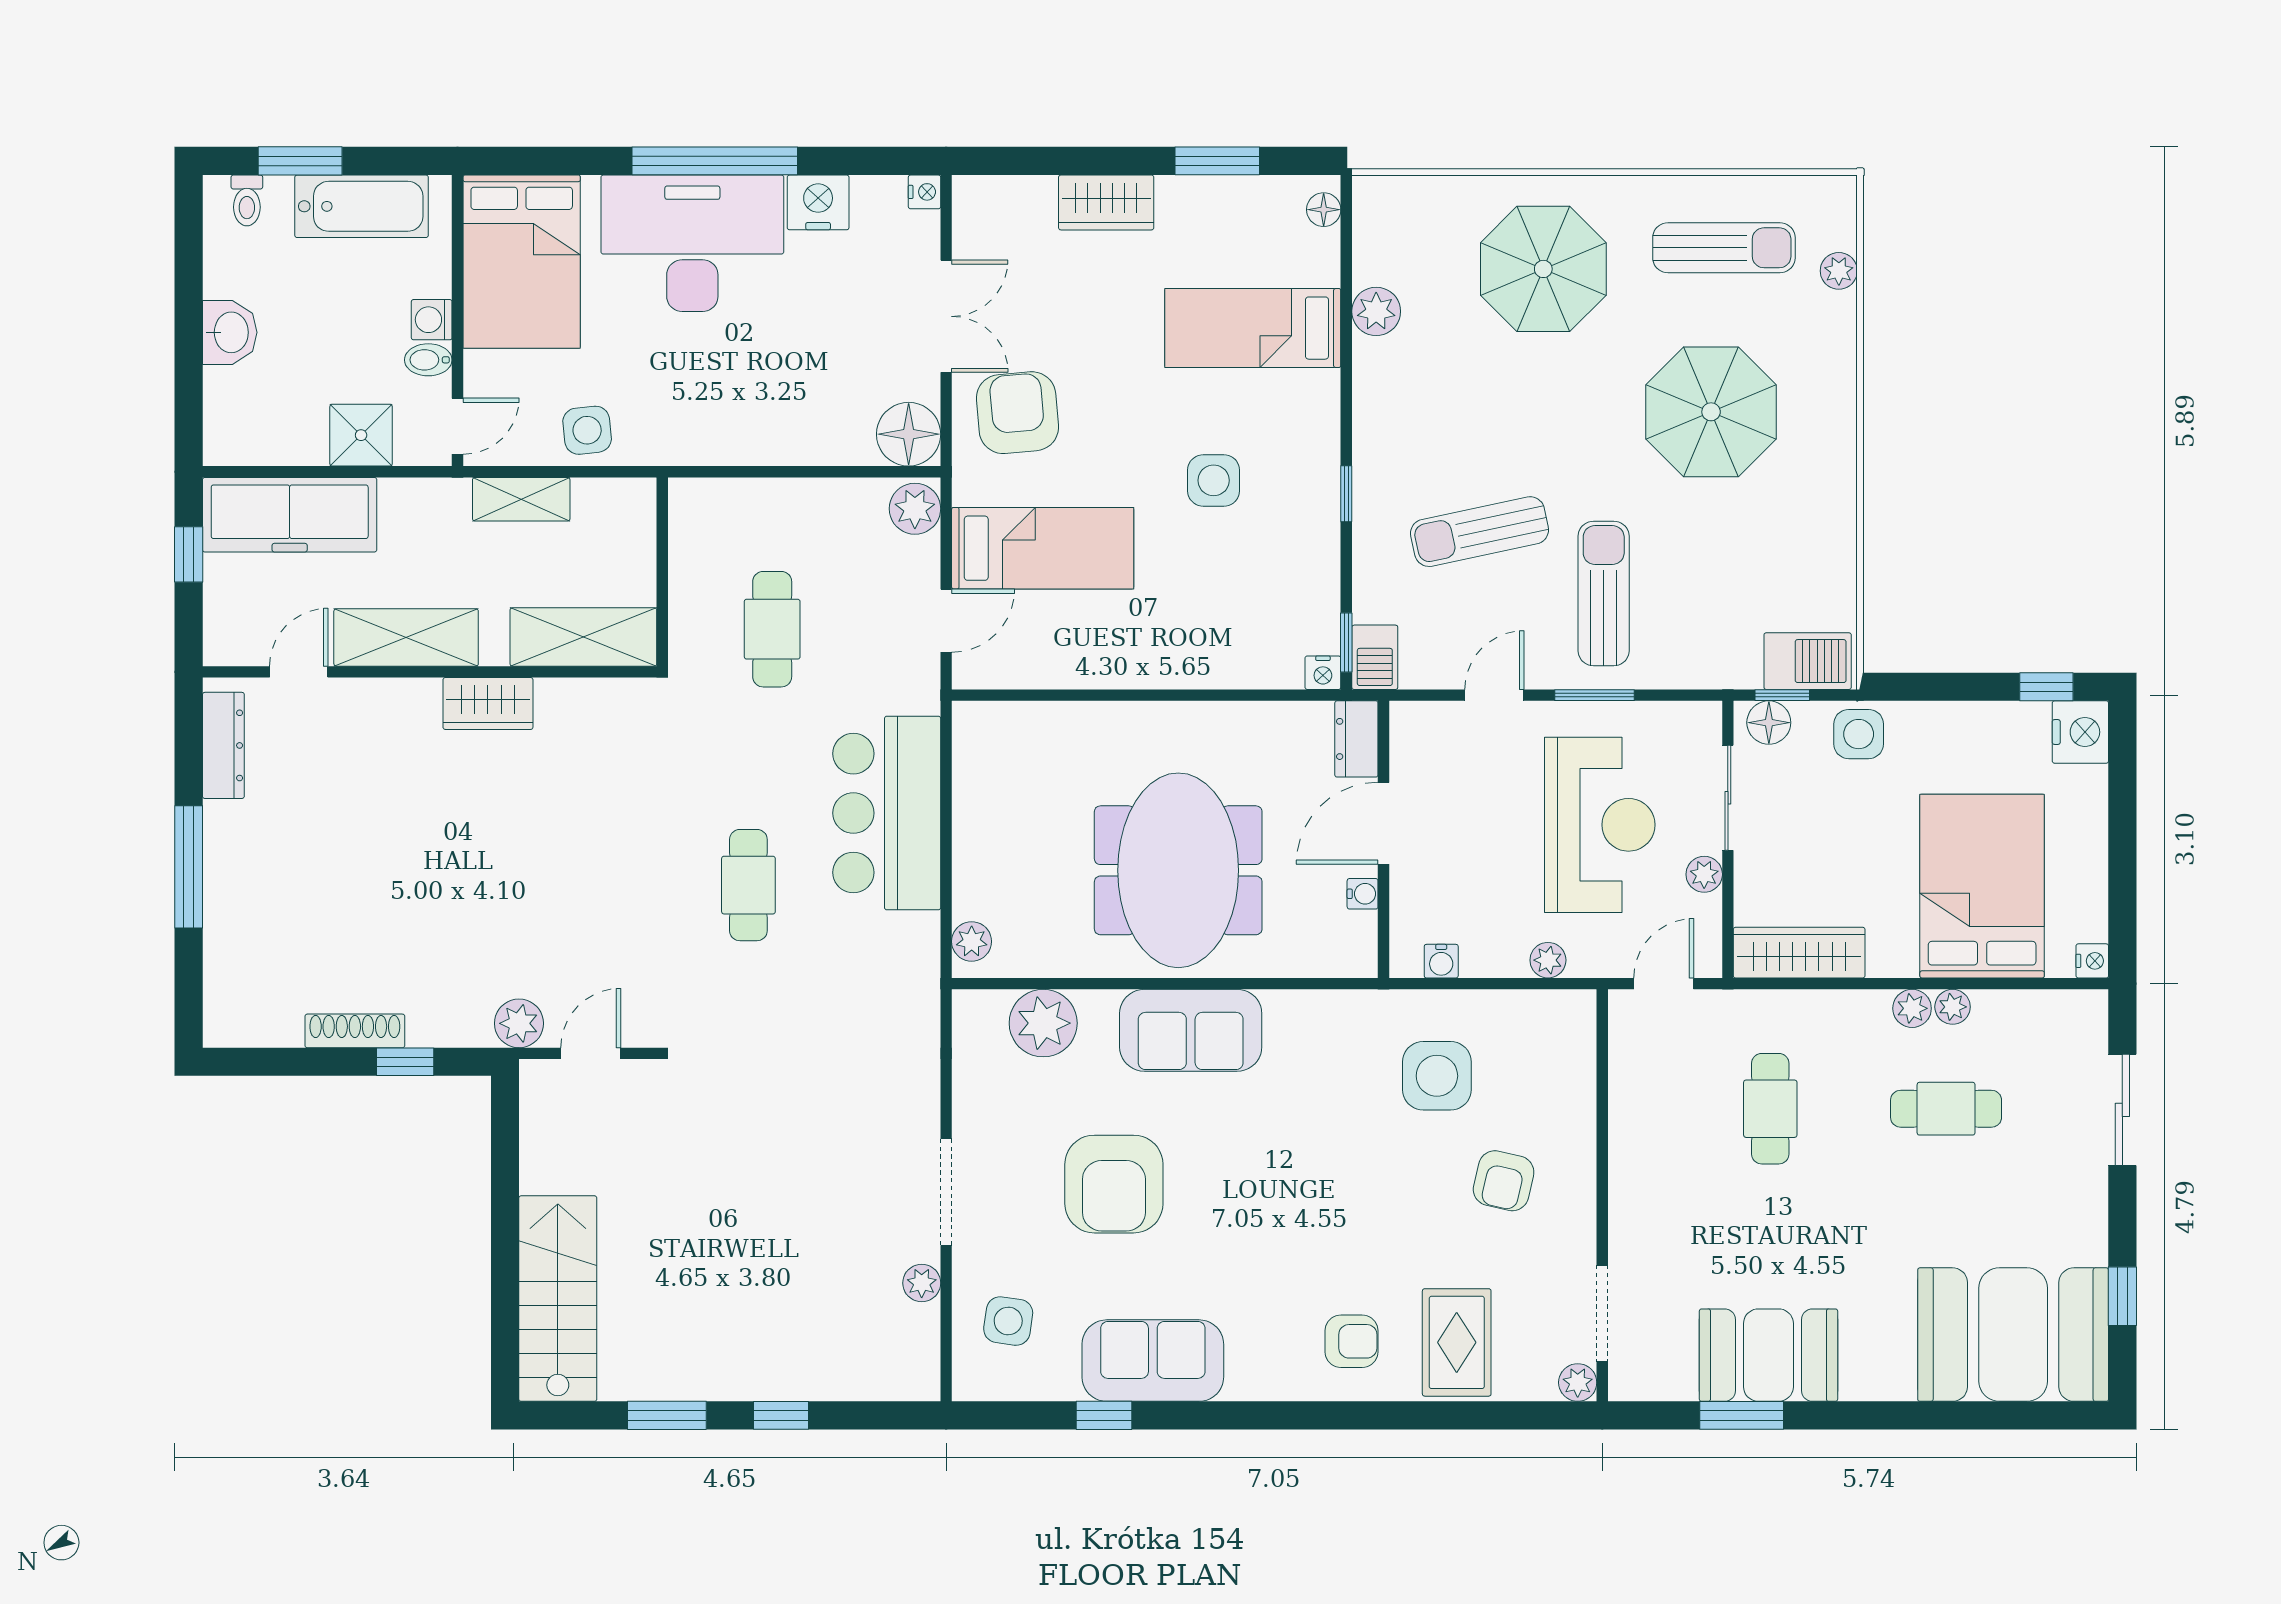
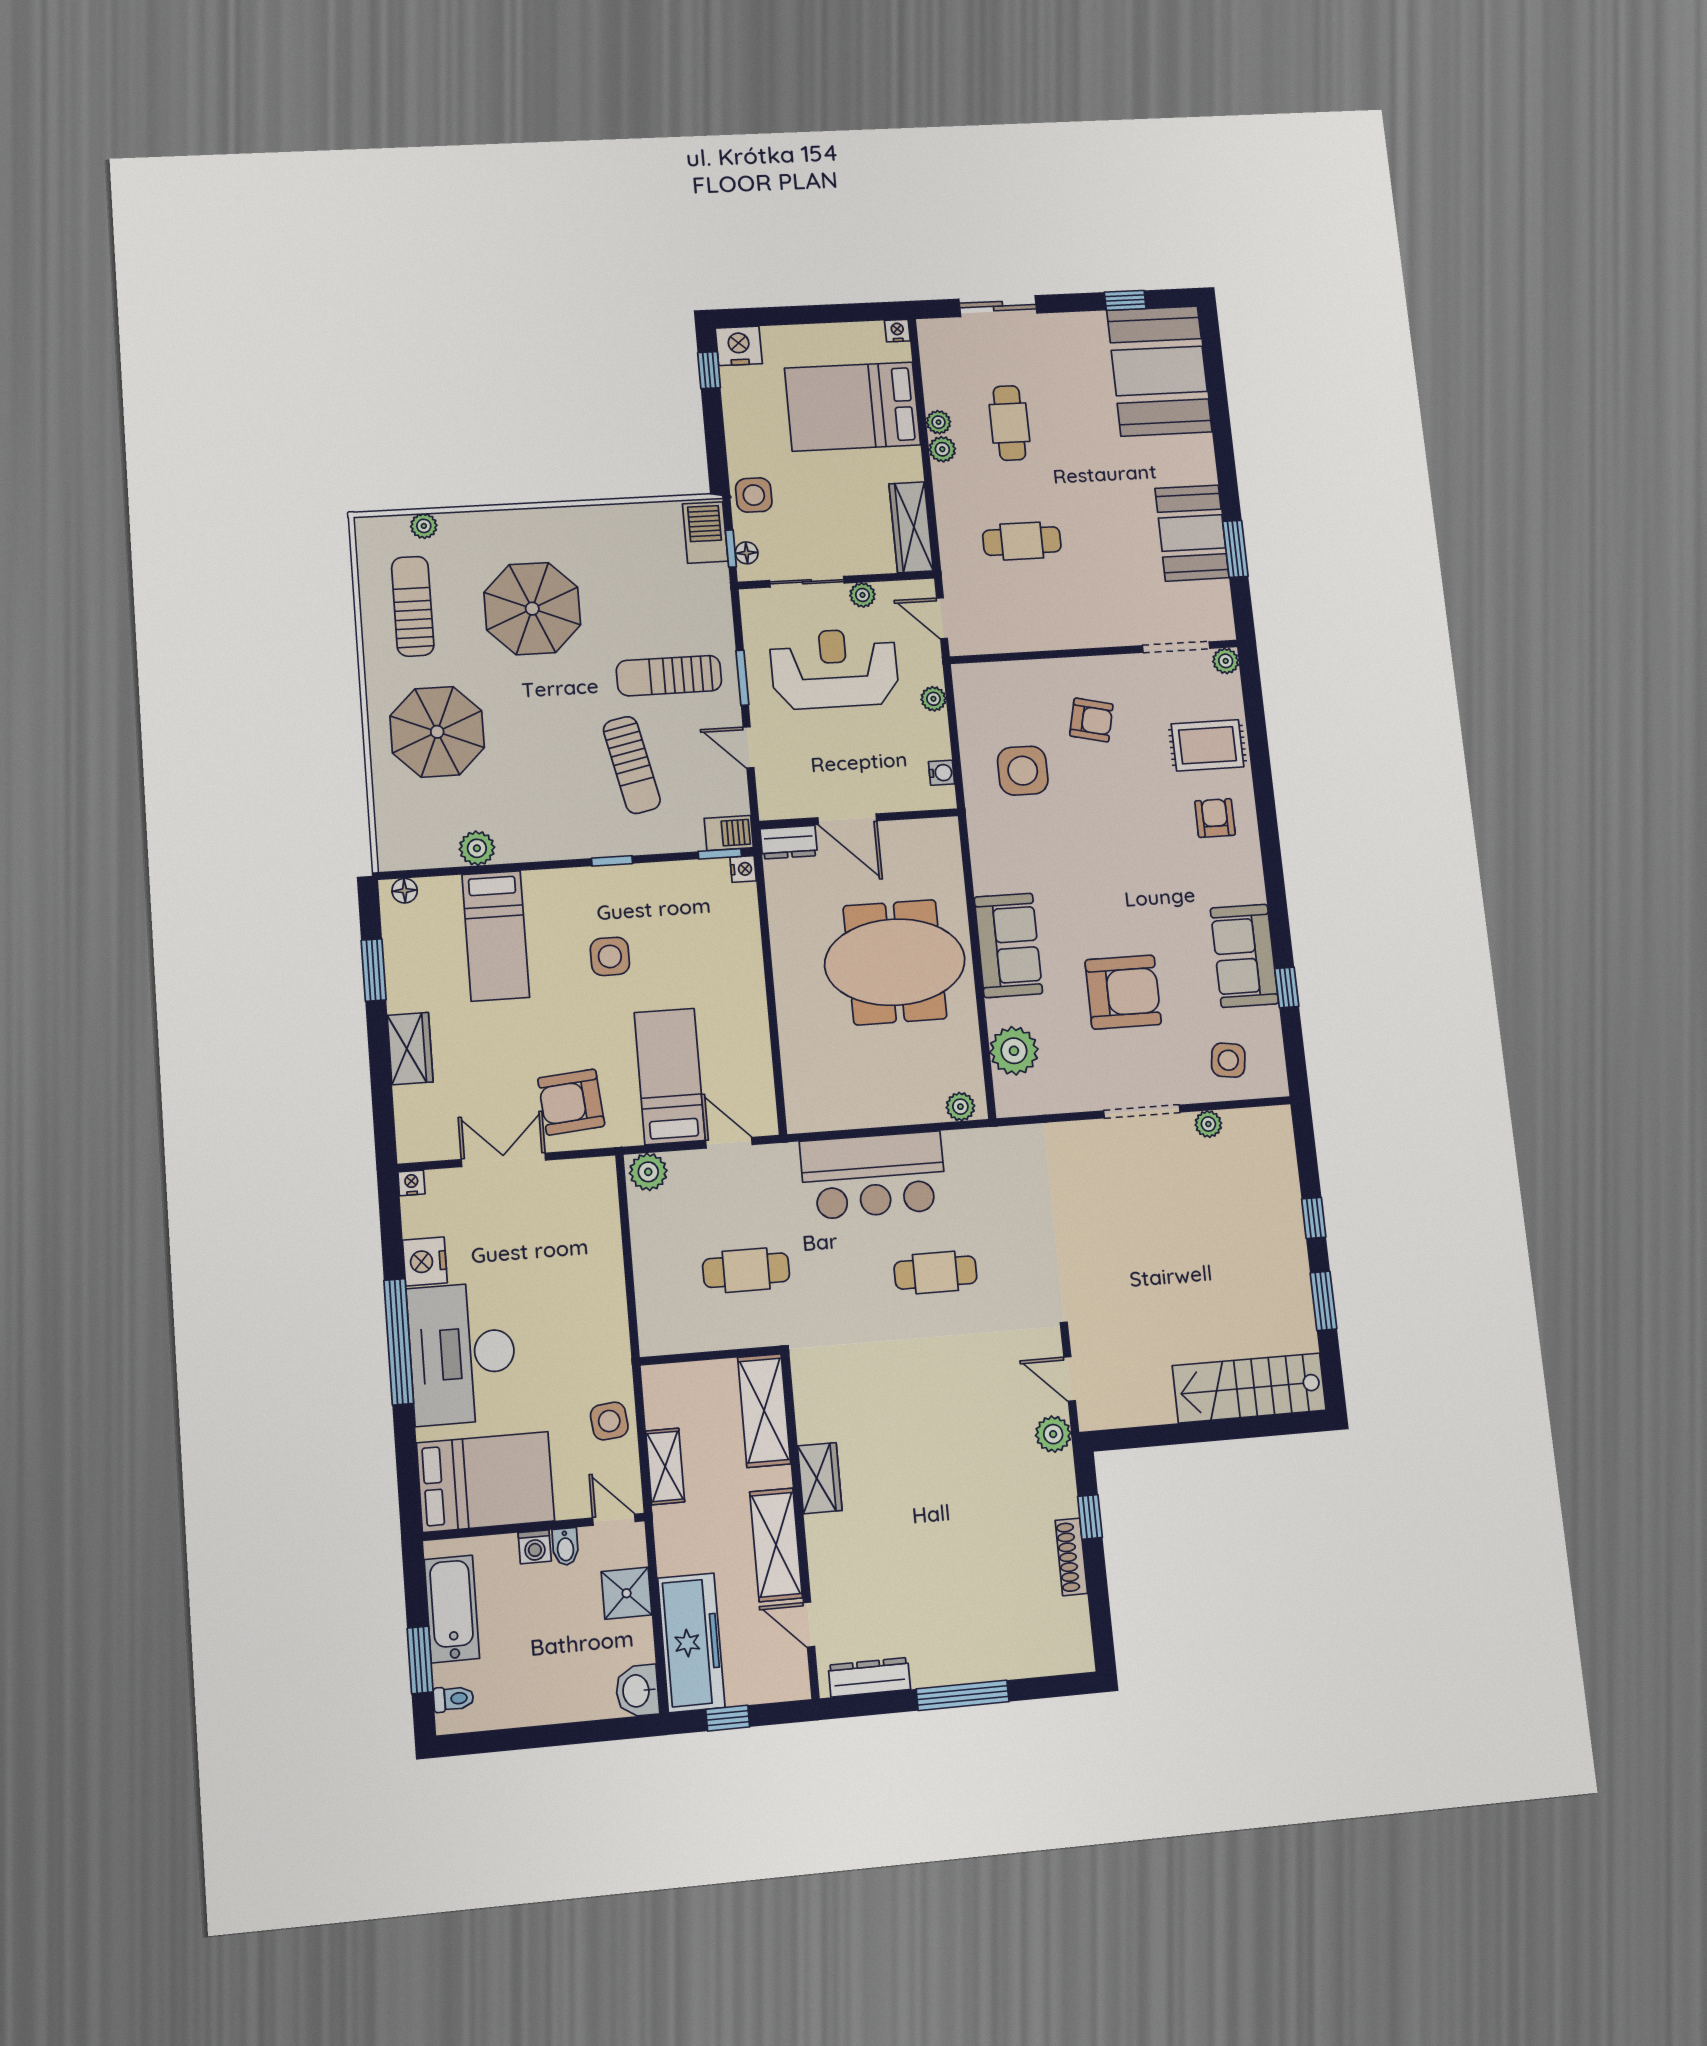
washbasin: (230, 332) -> (637, 1691), moved, turned -90
floor lamp: (909, 434) -> (593, 1181), removed
floor lamp: (1769, 723) -> (747, 553), width x0.73, depth x0.73
water cooler: (1363, 894) -> (899, 831), removed

